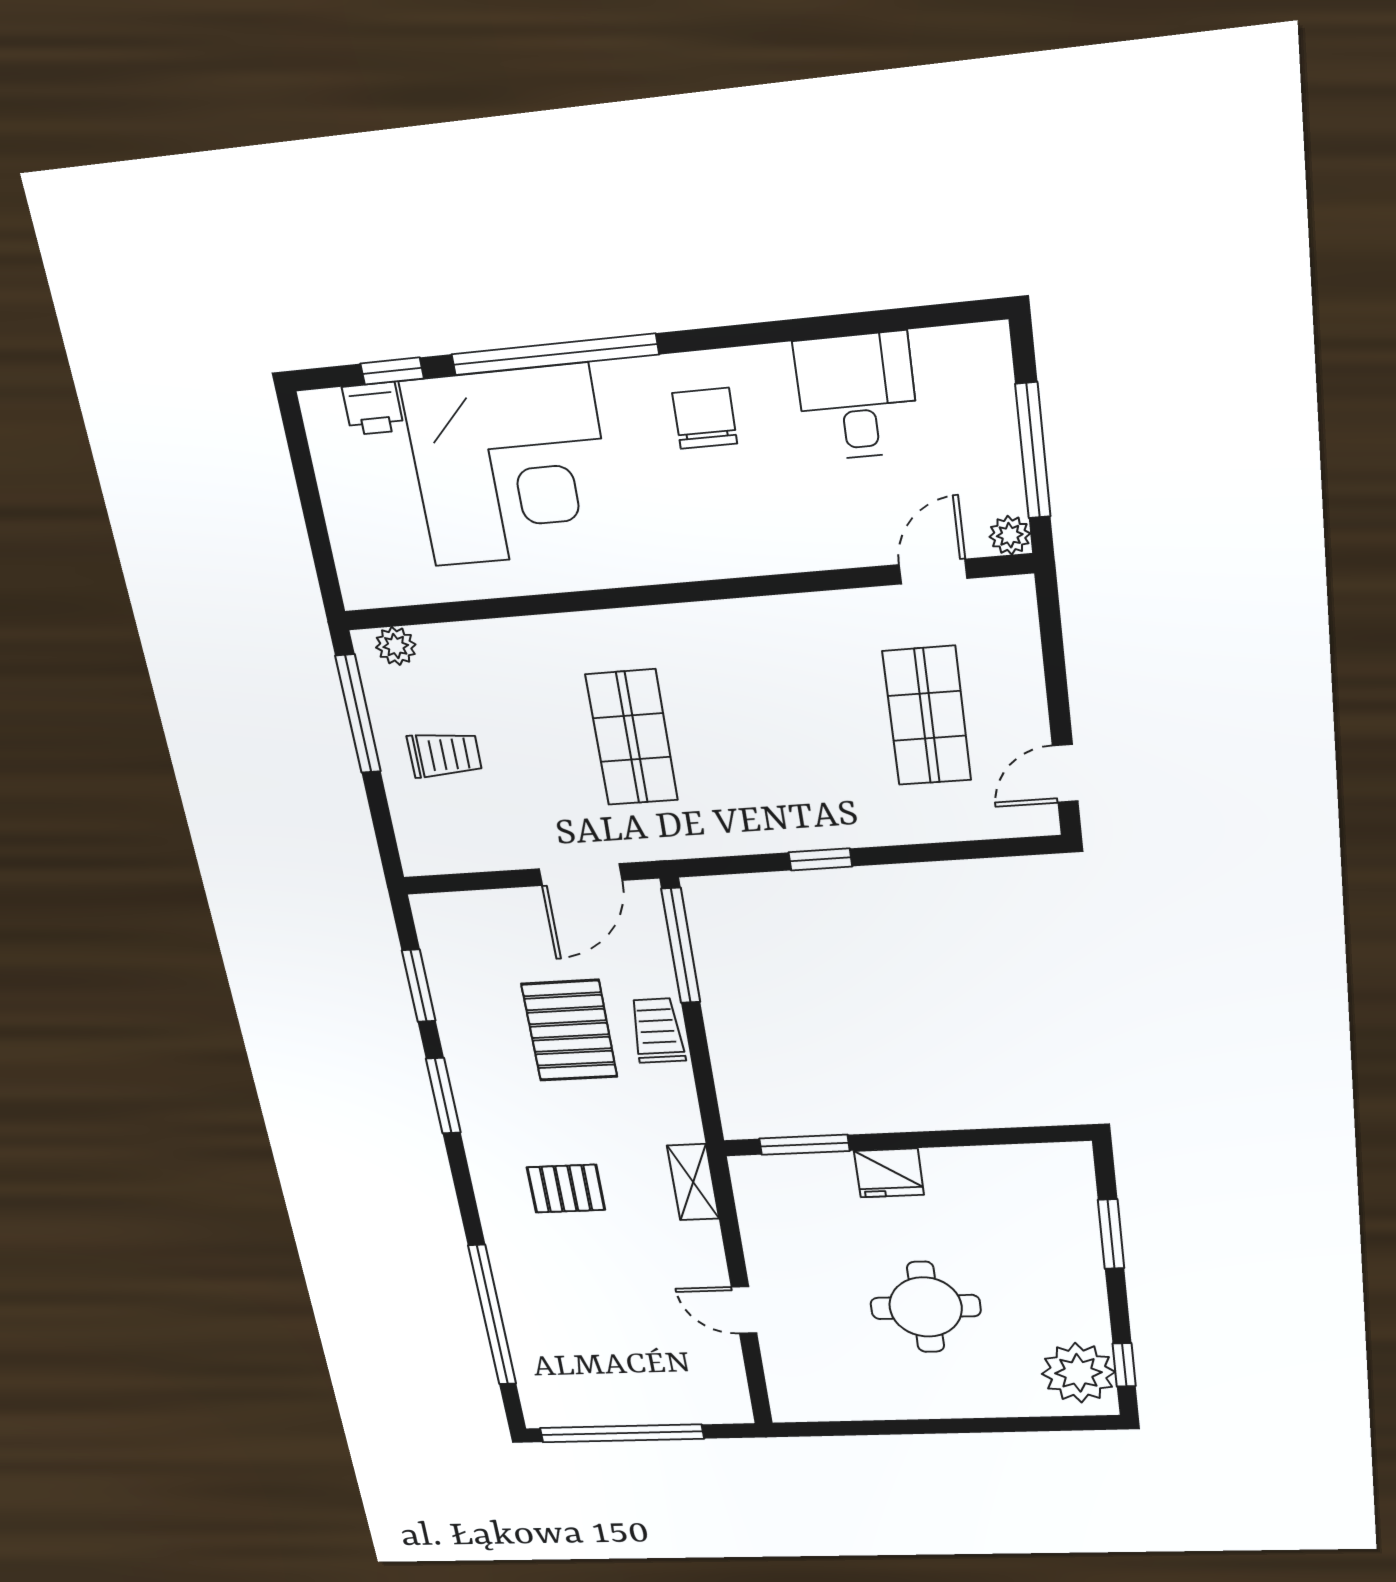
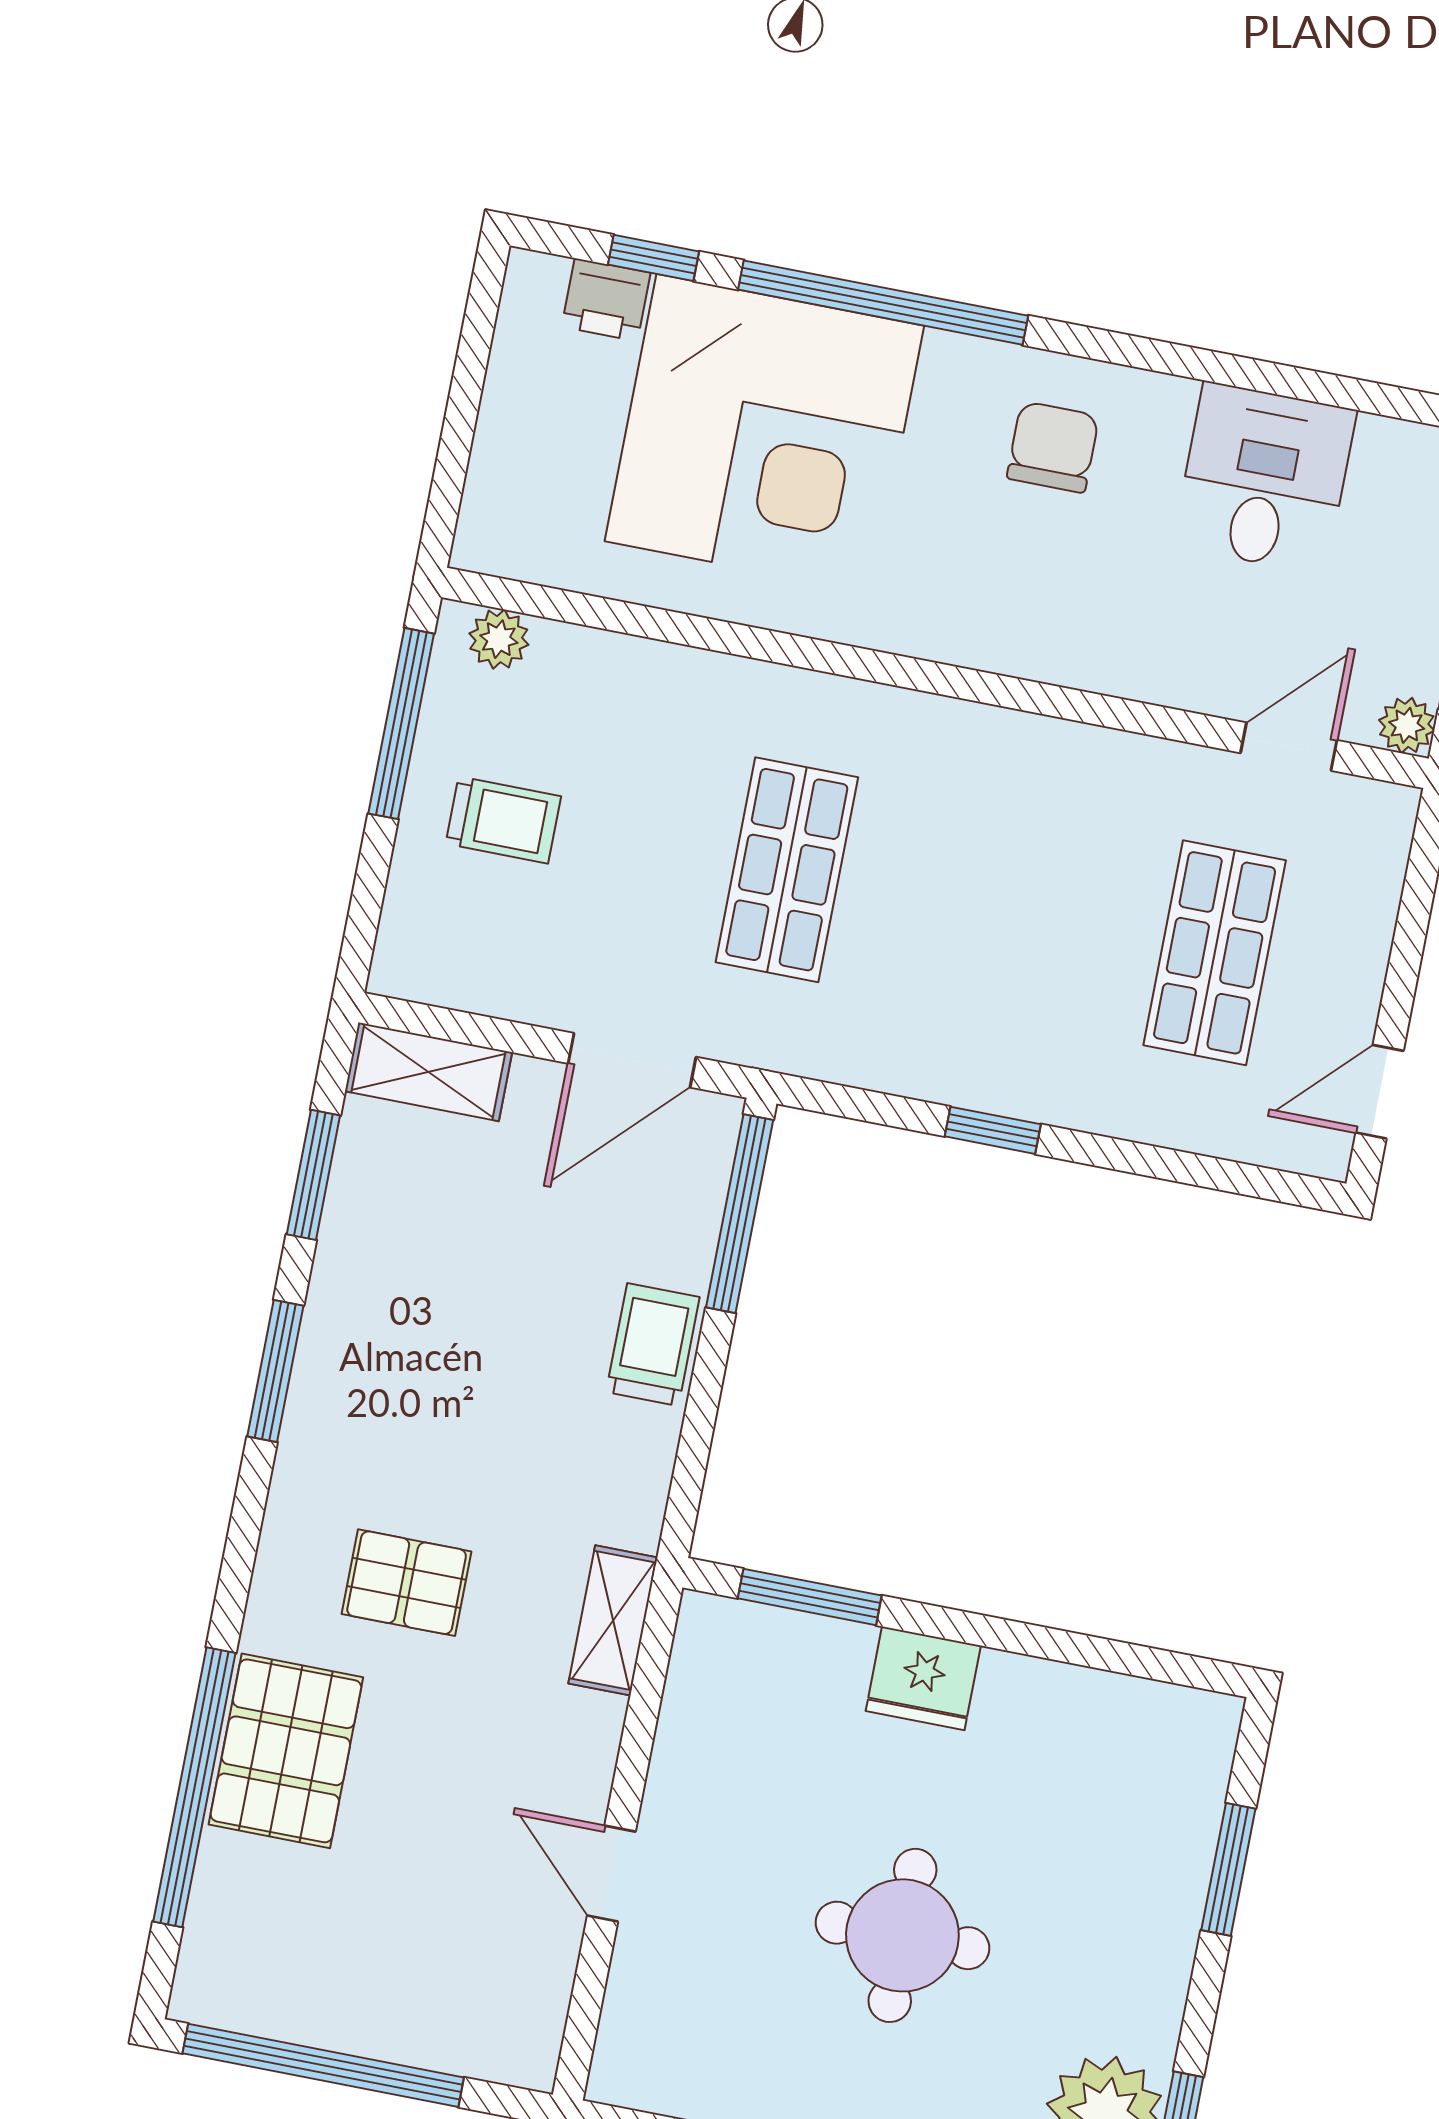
shelving: (461, 912) -> (428, 1072), added
pallet: (569, 1030) -> (286, 1751), moved

